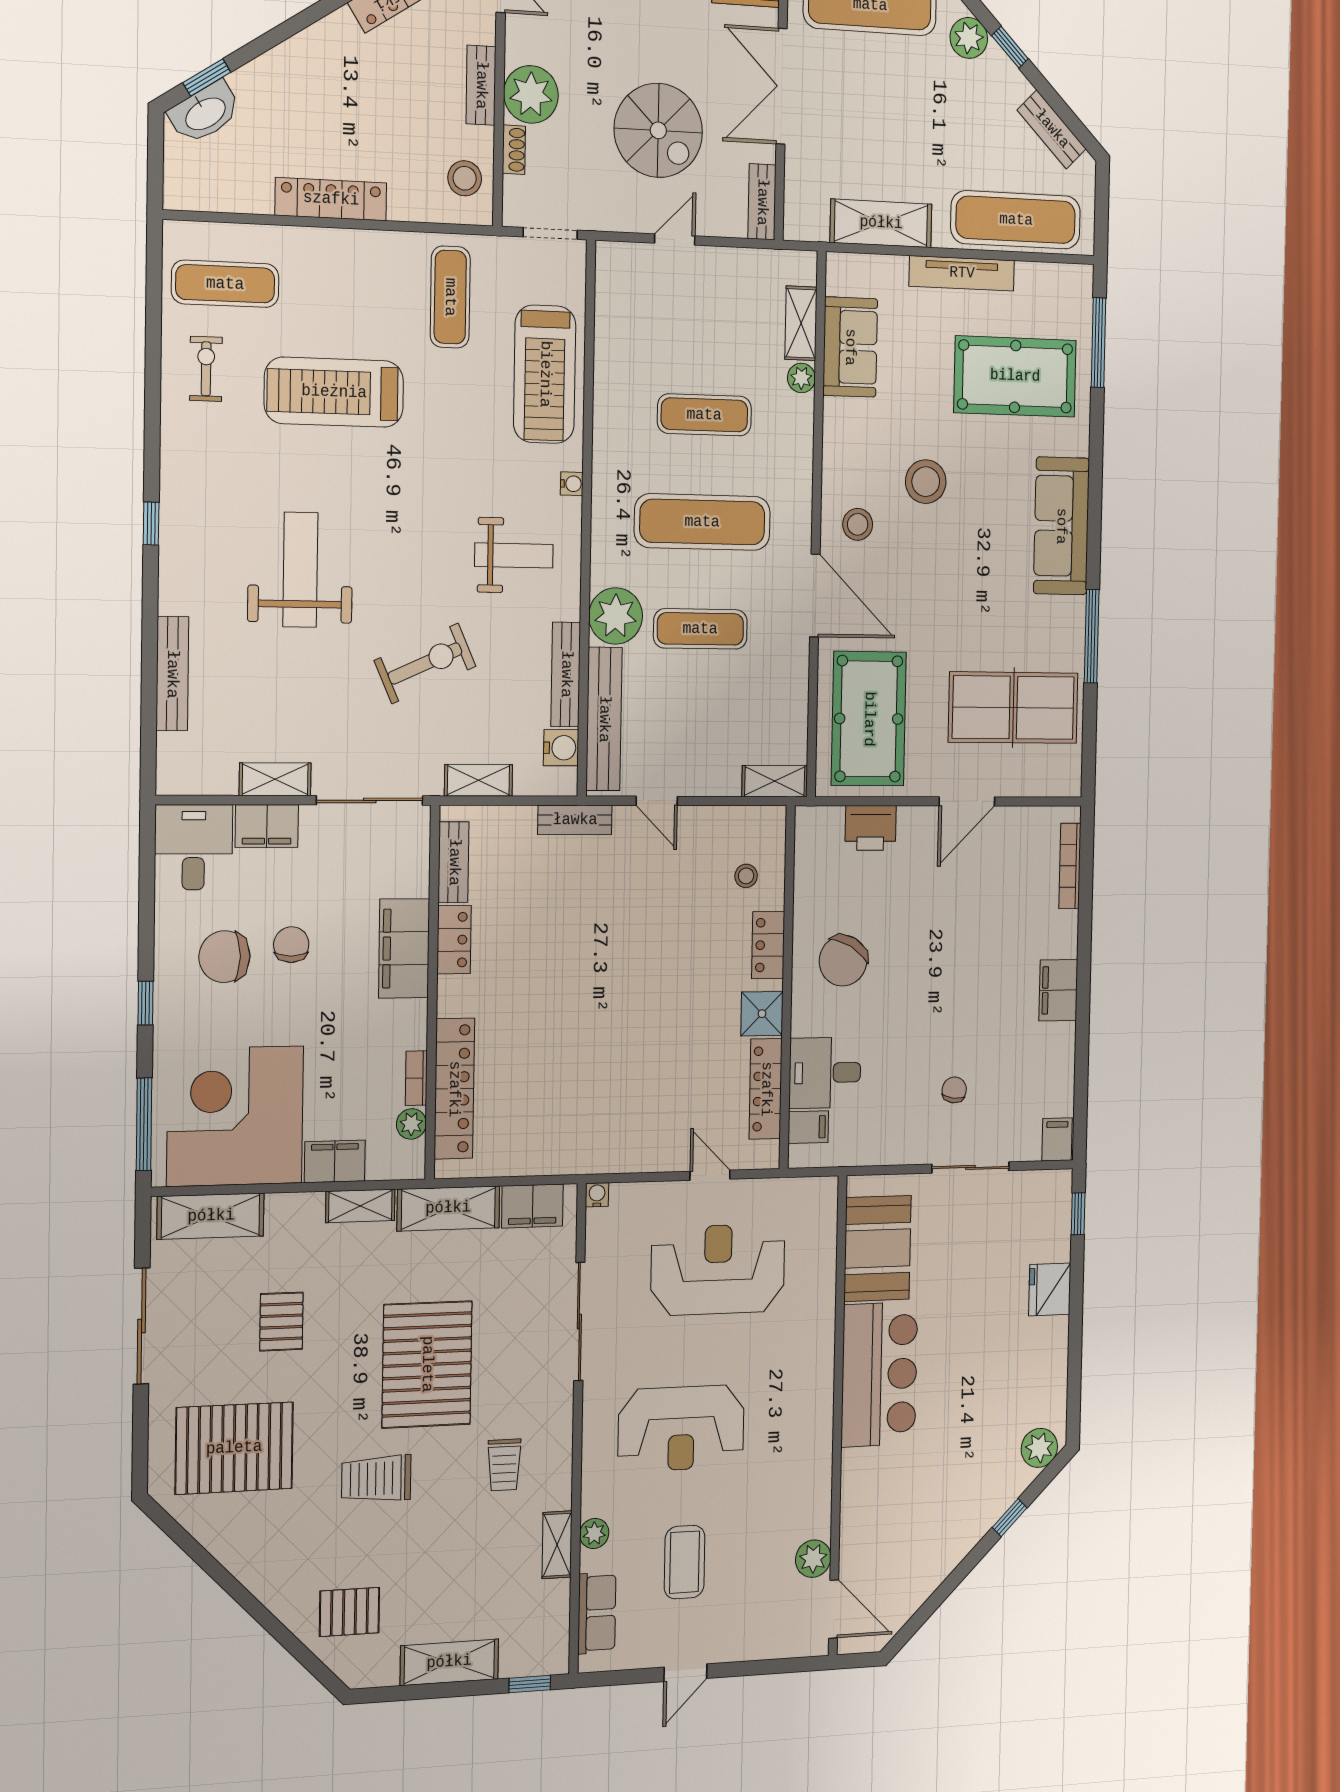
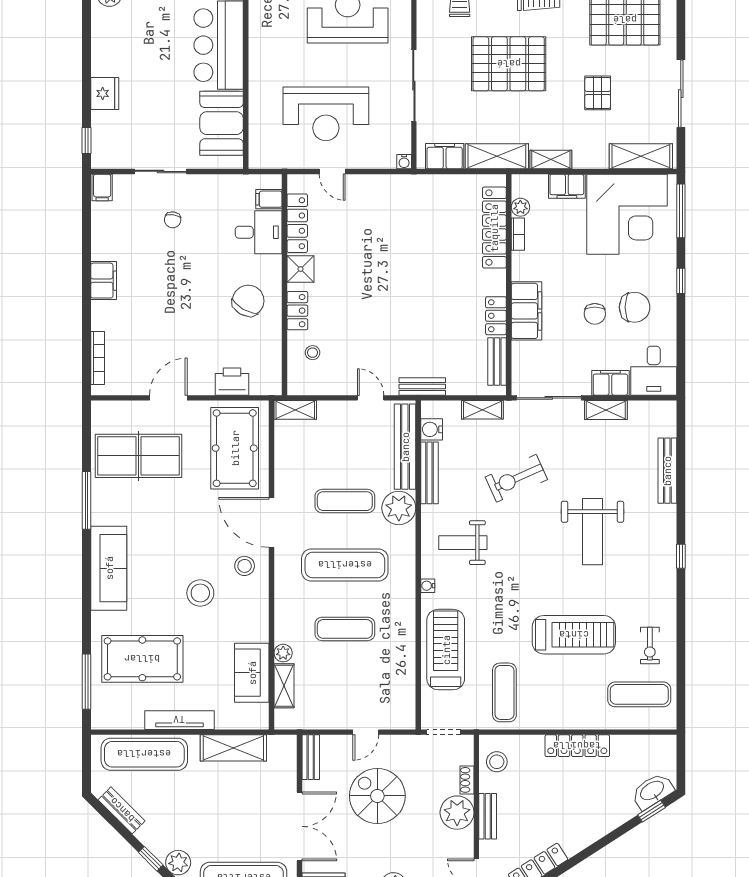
pallet: (427, 1364) -> (509, 64), turned 90

